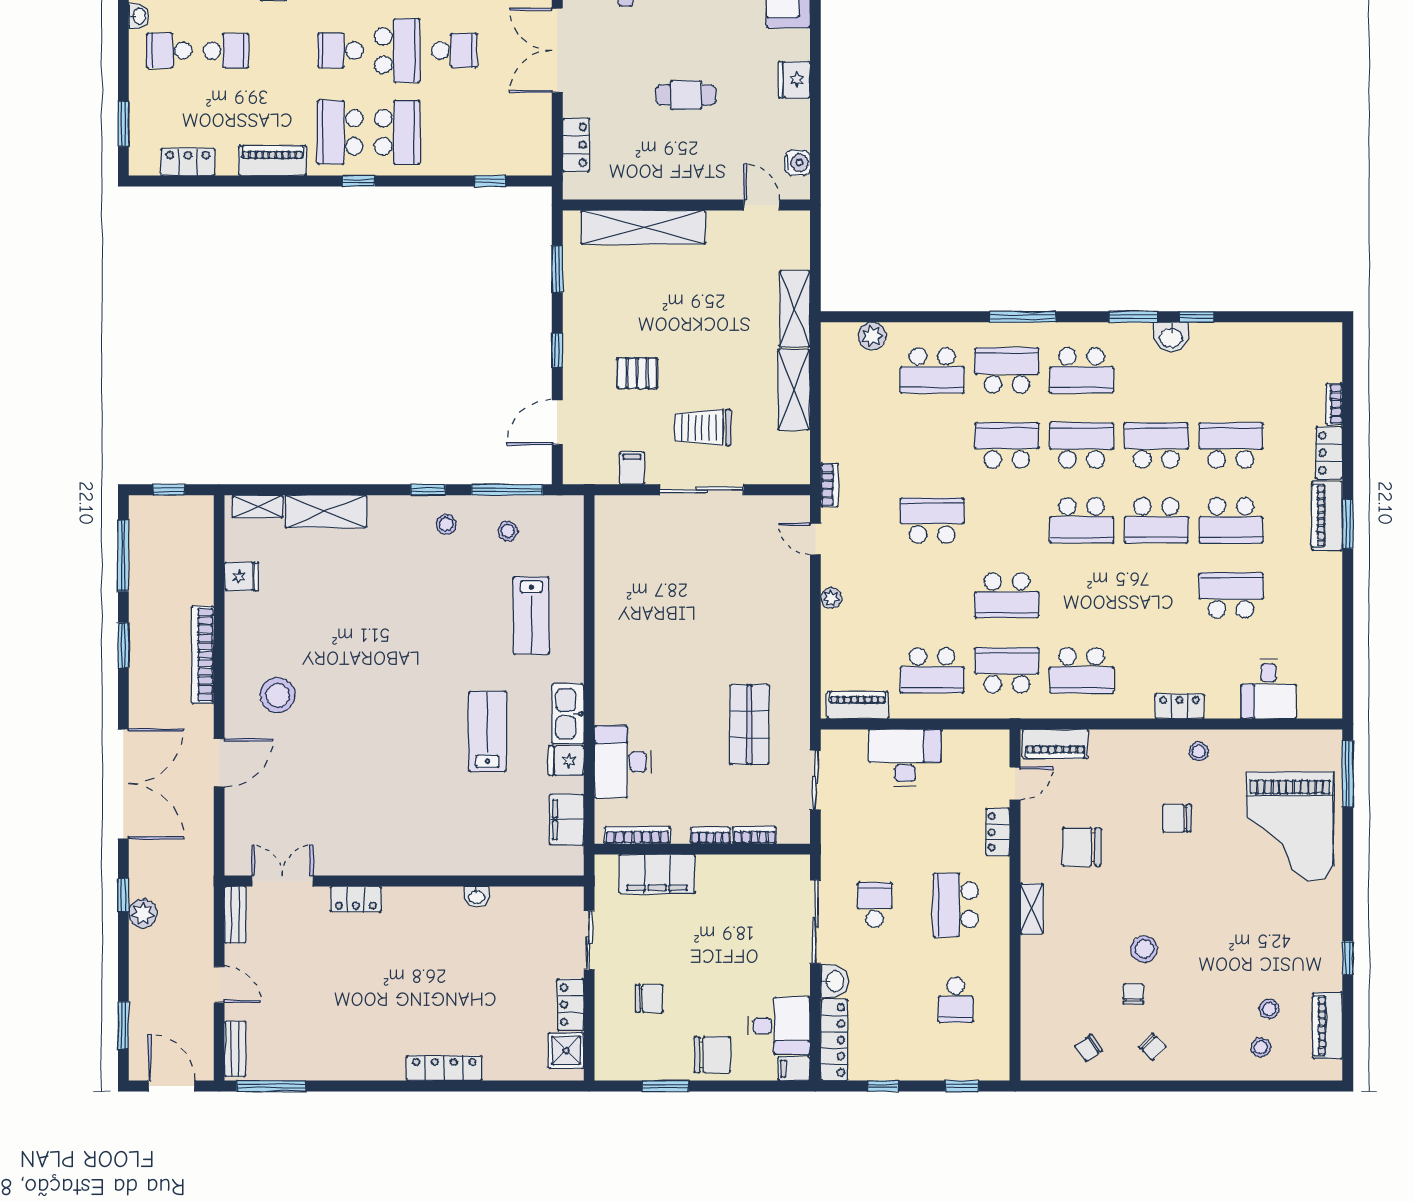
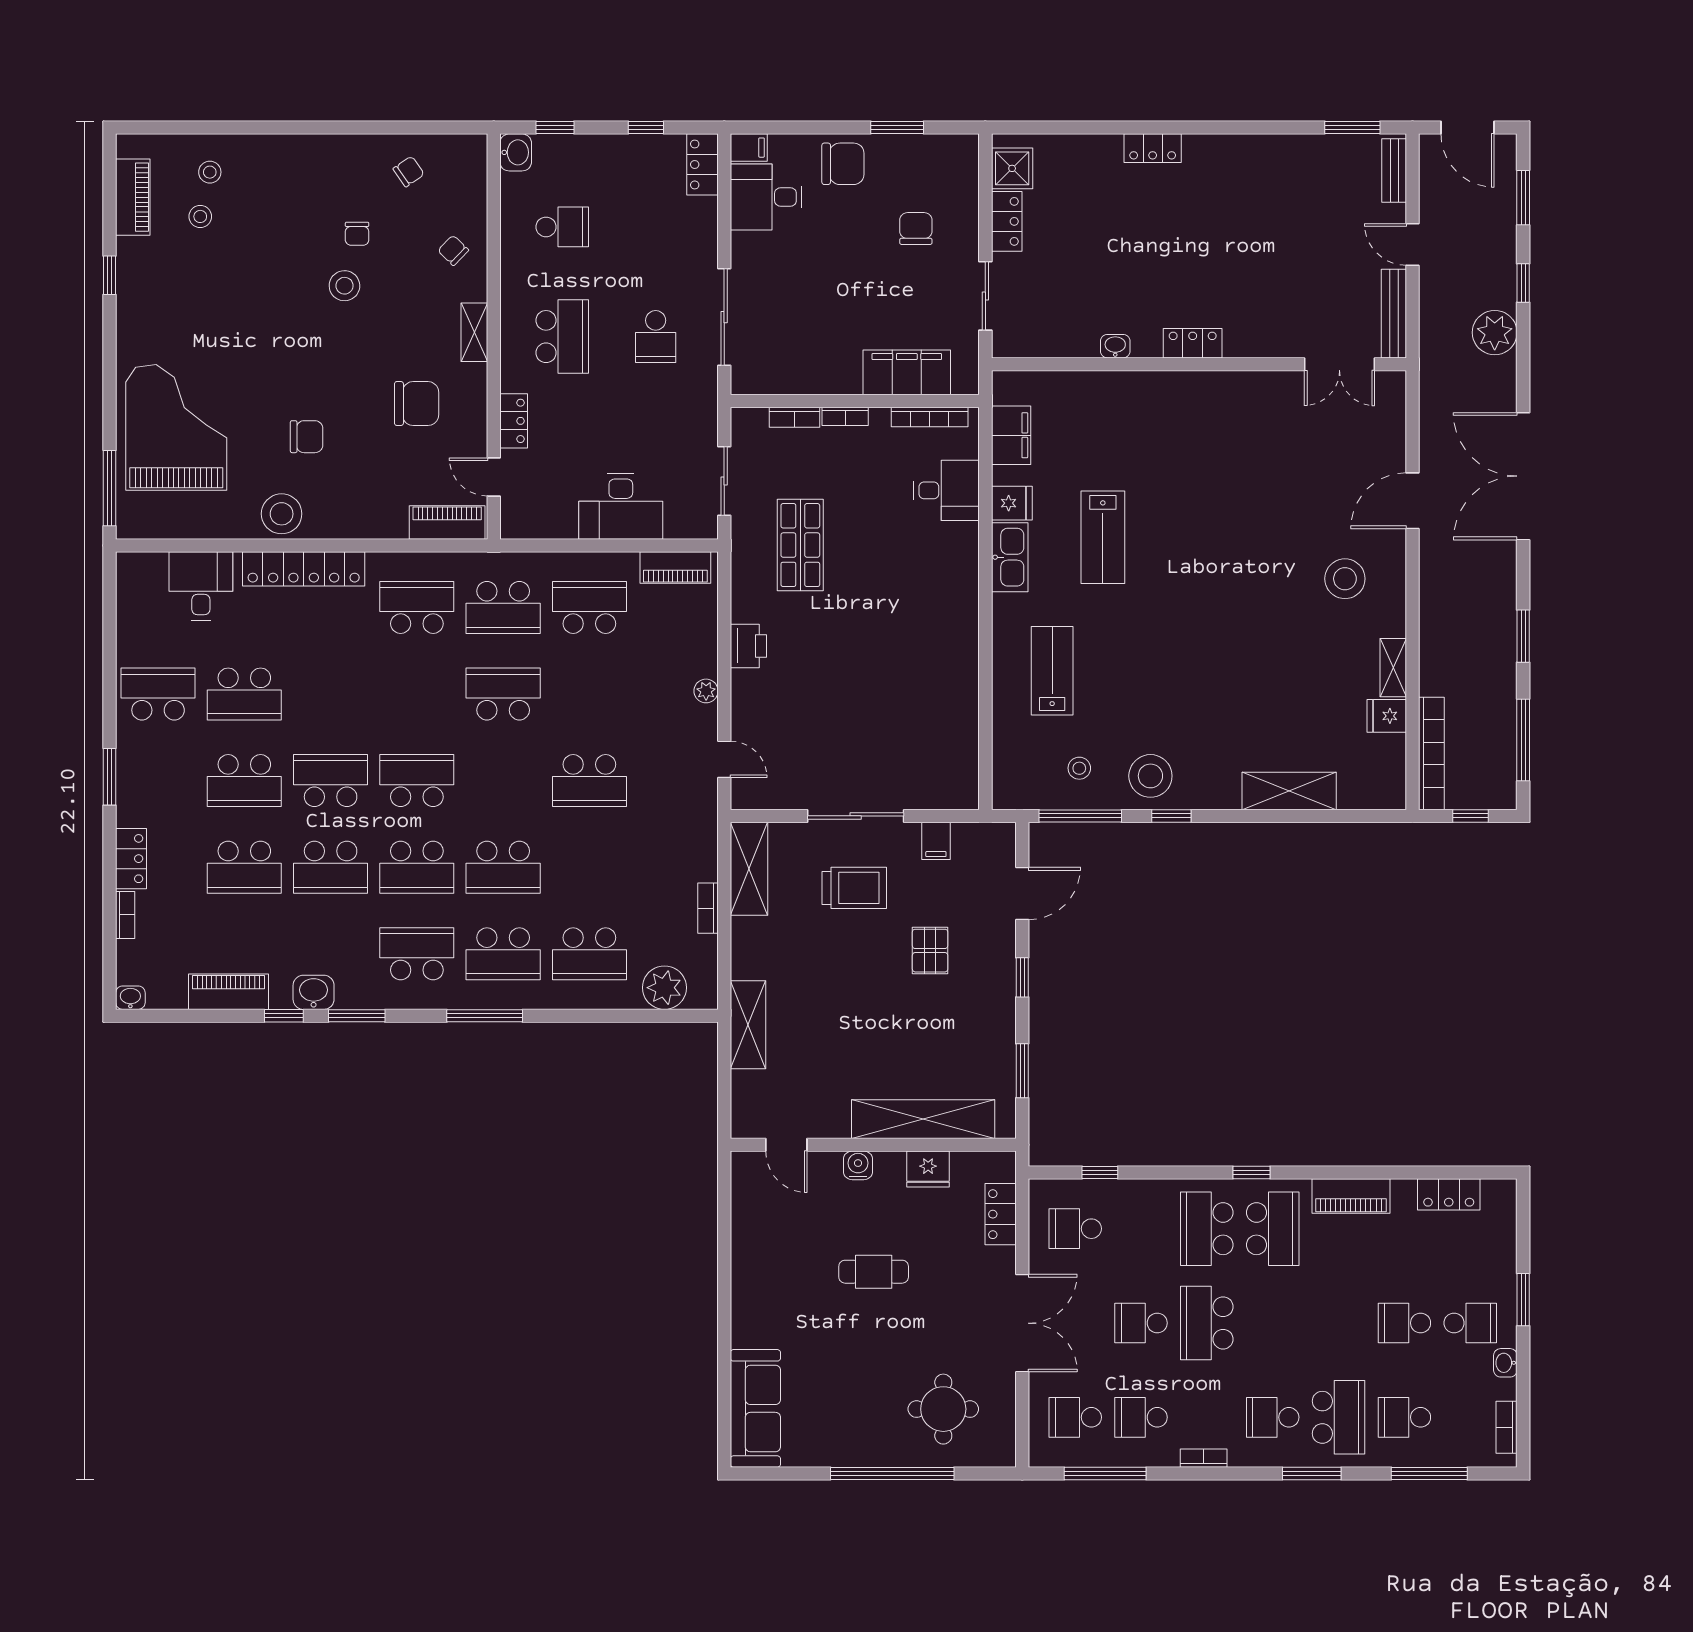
school desk: (340, 51) -> (1075, 1229), moved, turned 180
fridge: (794, 80) -> (928, 1169), moved, turned 90
window: (123, 124) -> (1523, 1300), moved
water cooler: (798, 163) -> (858, 1165), moved, turned 90
washbasin: (1330, 332) -> (130, 998), added
plant: (872, 336) -> (664, 988), width x1.36, depth x1.36
school desk: (932, 370) -> (589, 954), turned 180
pallet: (637, 373) -> (930, 951), turned 90
shelving: (794, 390) -> (749, 869), moved
bookcase: (829, 485) -> (708, 908), moved
shelving: (258, 506) -> (1393, 668), moved, turned 90
piano: (1327, 516) -> (228, 992), moved, turned -90
school desk: (1231, 520) -> (244, 781), turned 180
stool: (446, 524) -> (1150, 776), width x1.89, depth x1.89
school desk: (1306, 595) -> (158, 694), added
printer: (794, 637) -> (748, 646), added
bookcase: (203, 655) -> (1431, 753), moved
locker: (1180, 706) -> (304, 569), width x2.16, depth x1.21
stool: (1199, 751) -> (282, 514), width x1.89, depth x1.89
desk: (623, 762) -> (947, 490), width x0.73
door: (1015, 783) -> (494, 477), hinge flipped
window: (123, 895) -> (1523, 283), moved
locker: (356, 899) -> (1193, 343), moved
plant: (143, 914) -> (1495, 333), width x1.36, depth x1.36
bench: (235, 915) -> (1394, 314), width x1.36
washbasin: (834, 981) -> (516, 152), moved, turned 180
chair: (649, 999) -> (916, 229), turned 90
school desk: (956, 1000) -> (562, 227), turned 90
locker: (834, 1040) -> (702, 164), width x0.66
chair: (1152, 1047) -> (453, 250), moved
chair: (713, 1055) -> (843, 164), turned 180
locker: (444, 1068) -> (1153, 148), width x0.66
window: (271, 1086) -> (1352, 128), width x0.69

